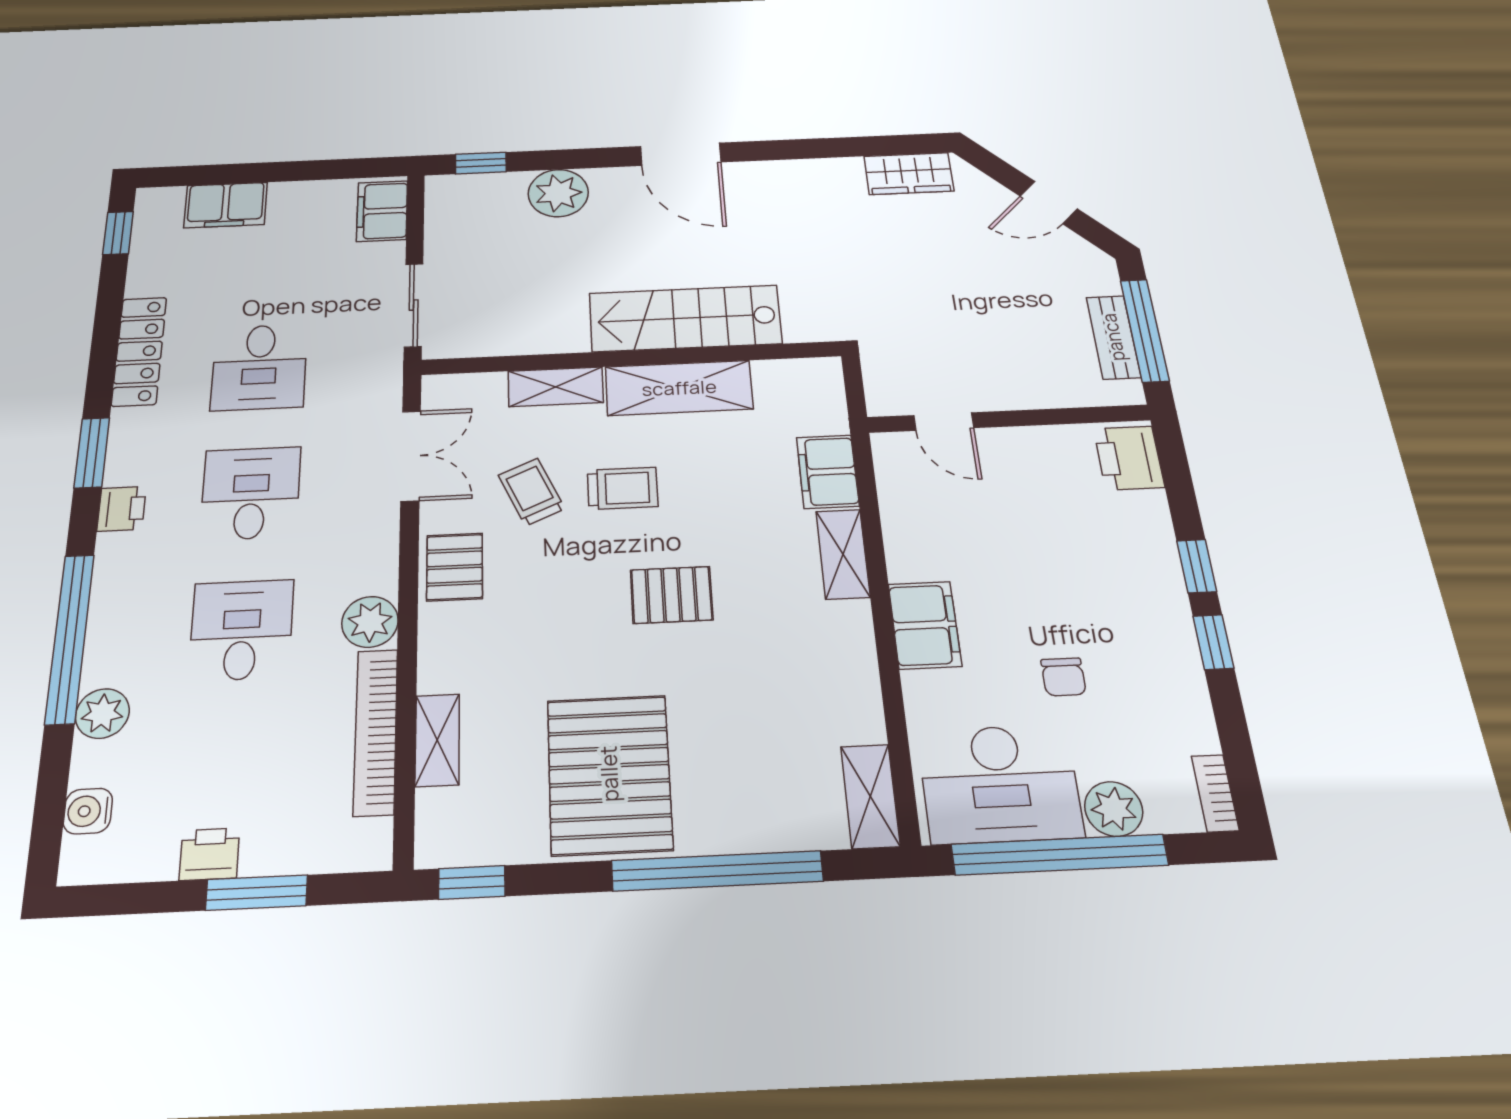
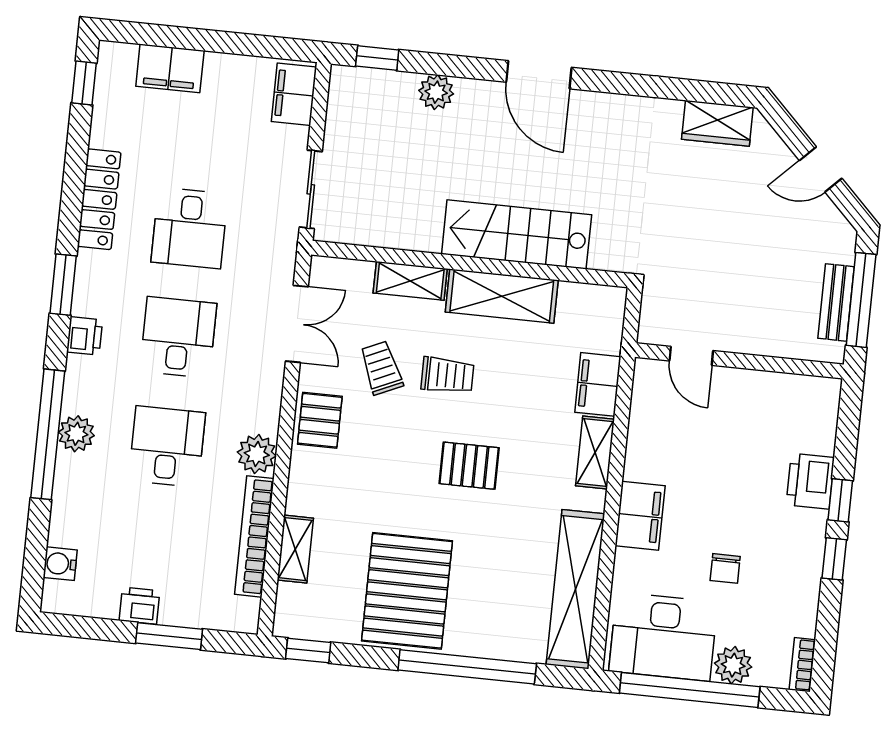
plant: (558, 193) -> (436, 92), width x0.73, depth x0.73
printer: (1129, 458) -> (810, 481), moved
plant: (102, 714) -> (76, 434), moved
shelving: (870, 796) -> (575, 589), width x2.20, depth x1.33

